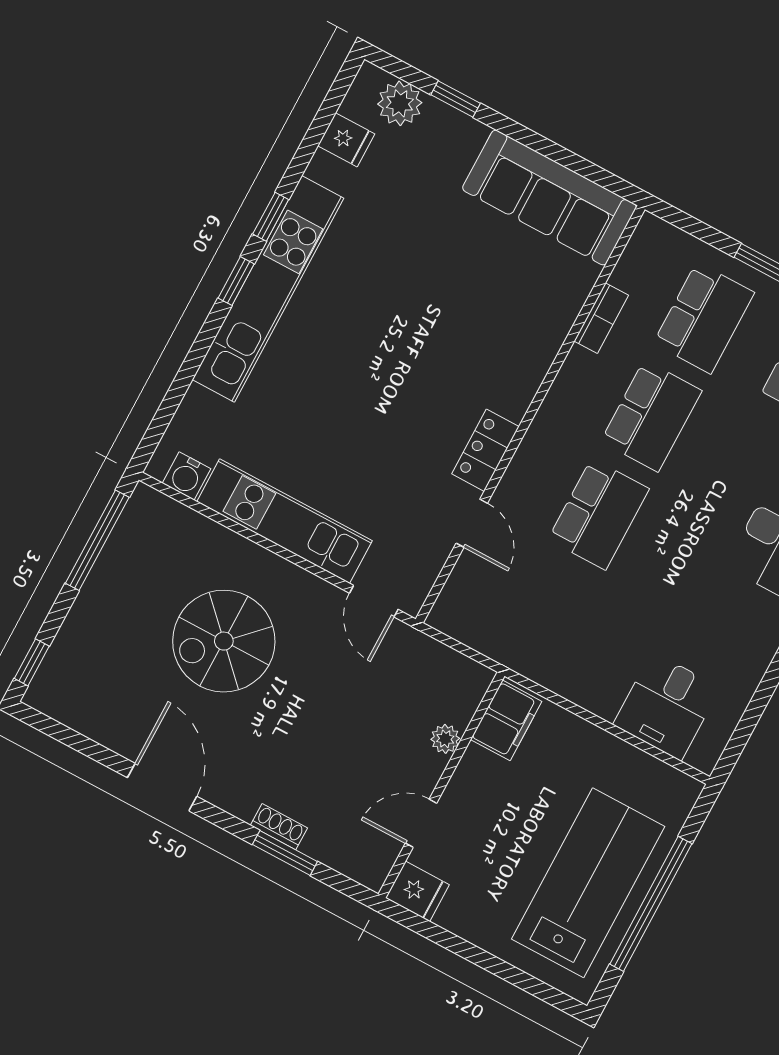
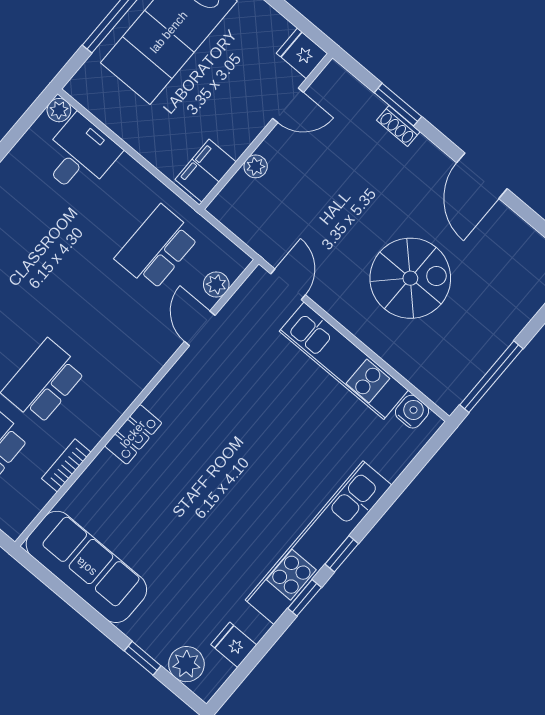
locker: (485, 450) -> (133, 434), moved
school desk: (599, 514) -> (157, 248), moved
plant: (463, 582) -> (216, 284), added
plant: (704, 757) -> (59, 110), added

